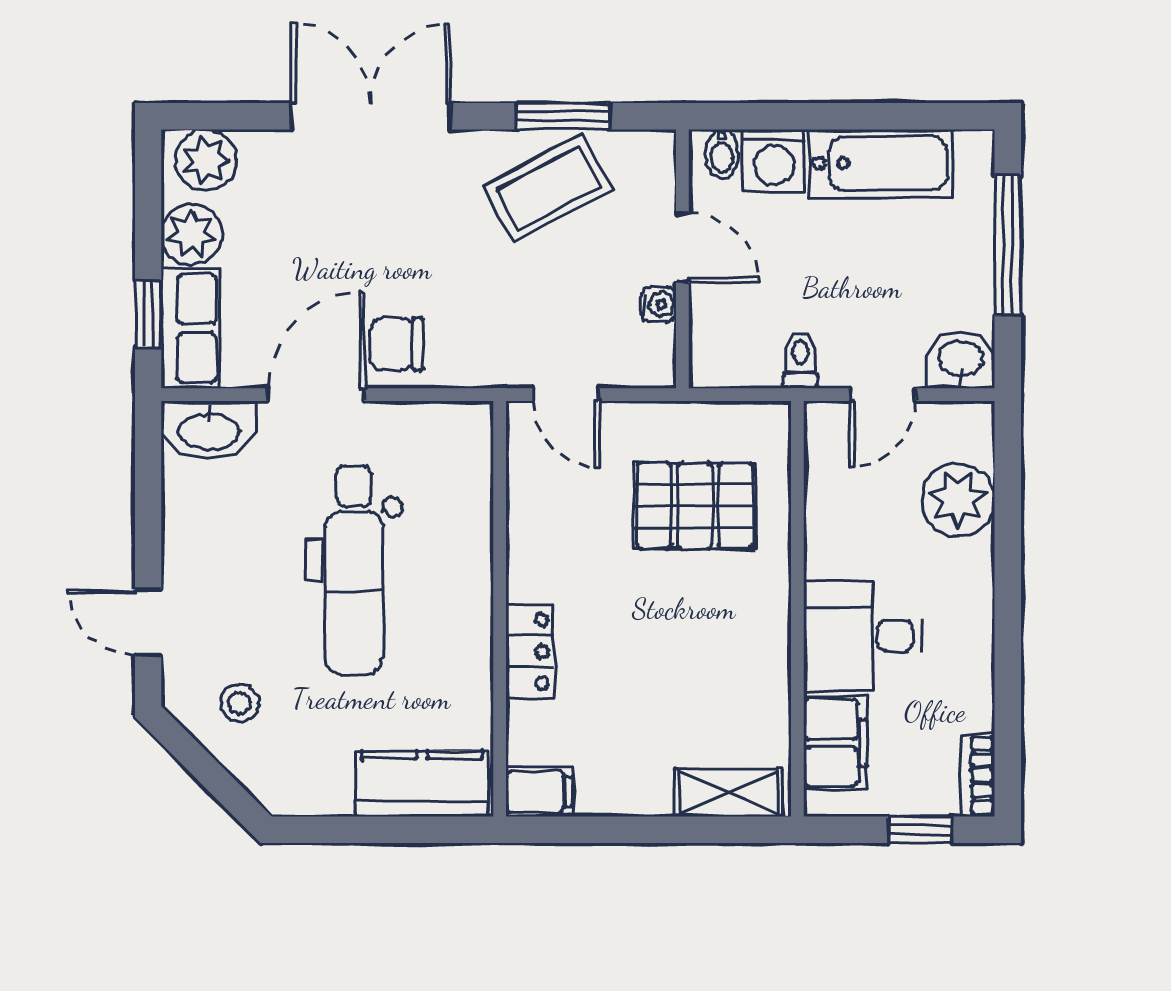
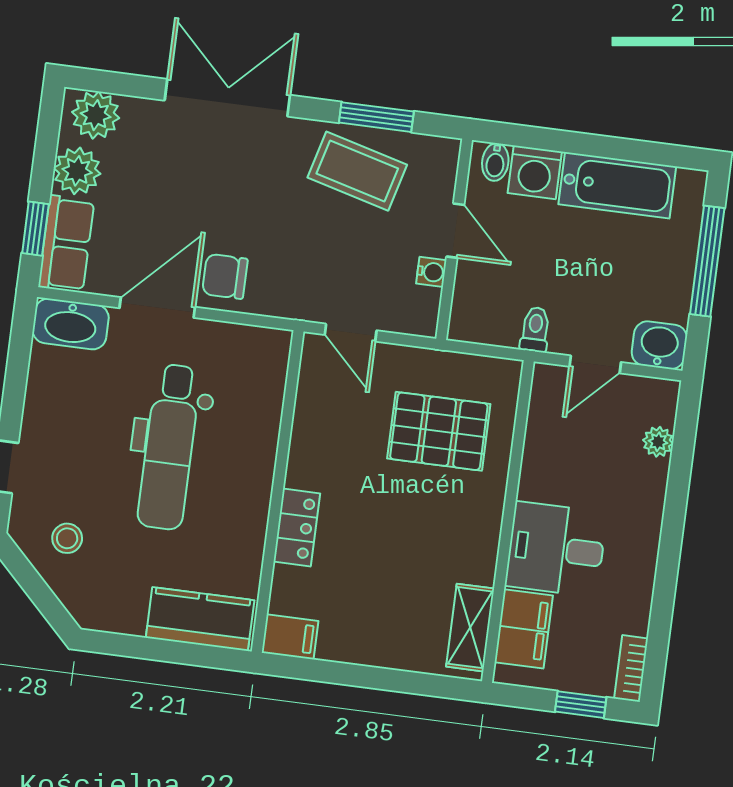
coffee table: (548, 188) -> (357, 171), turned 43
plant: (958, 500) -> (658, 442), width x0.53, depth x0.53
shelving: (729, 792) -> (470, 628), moved, turned 90

